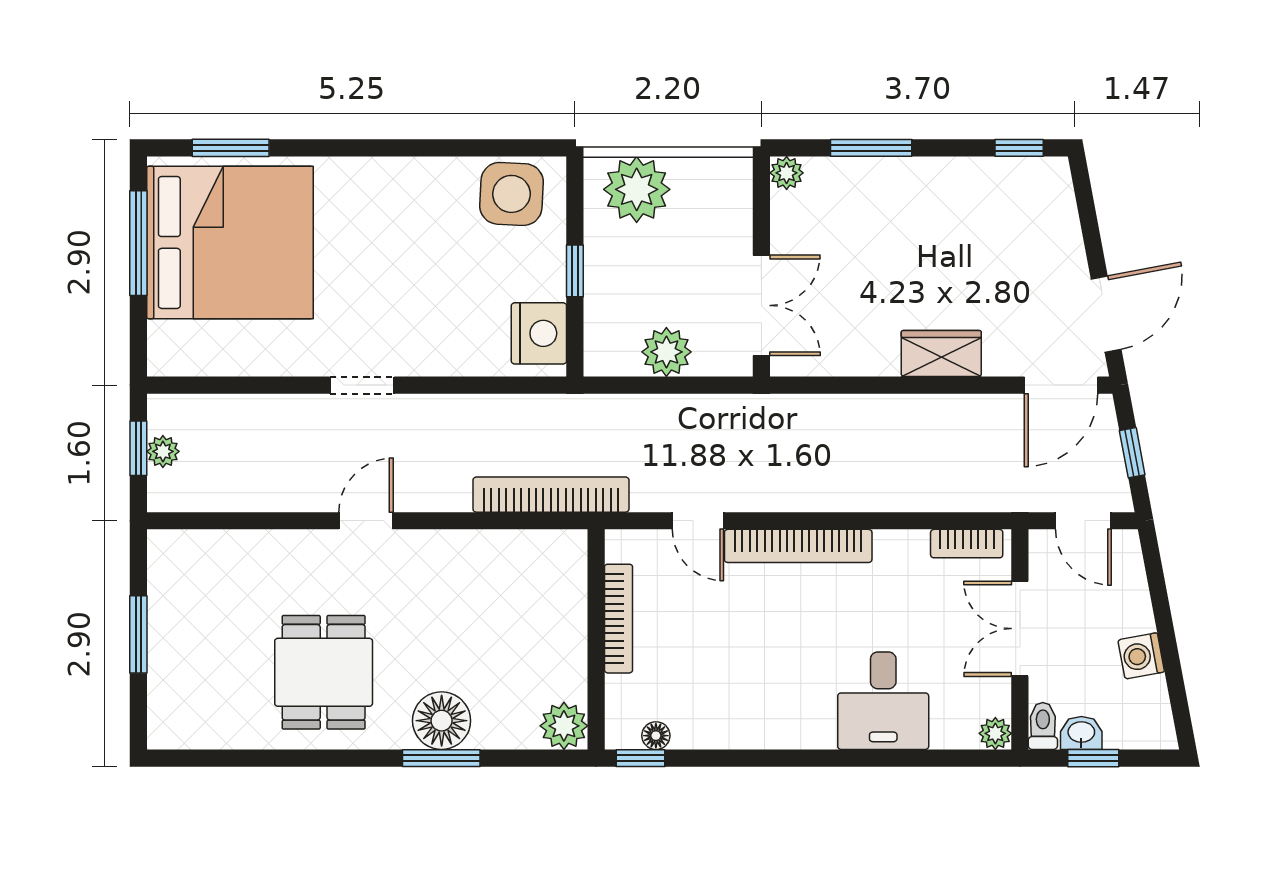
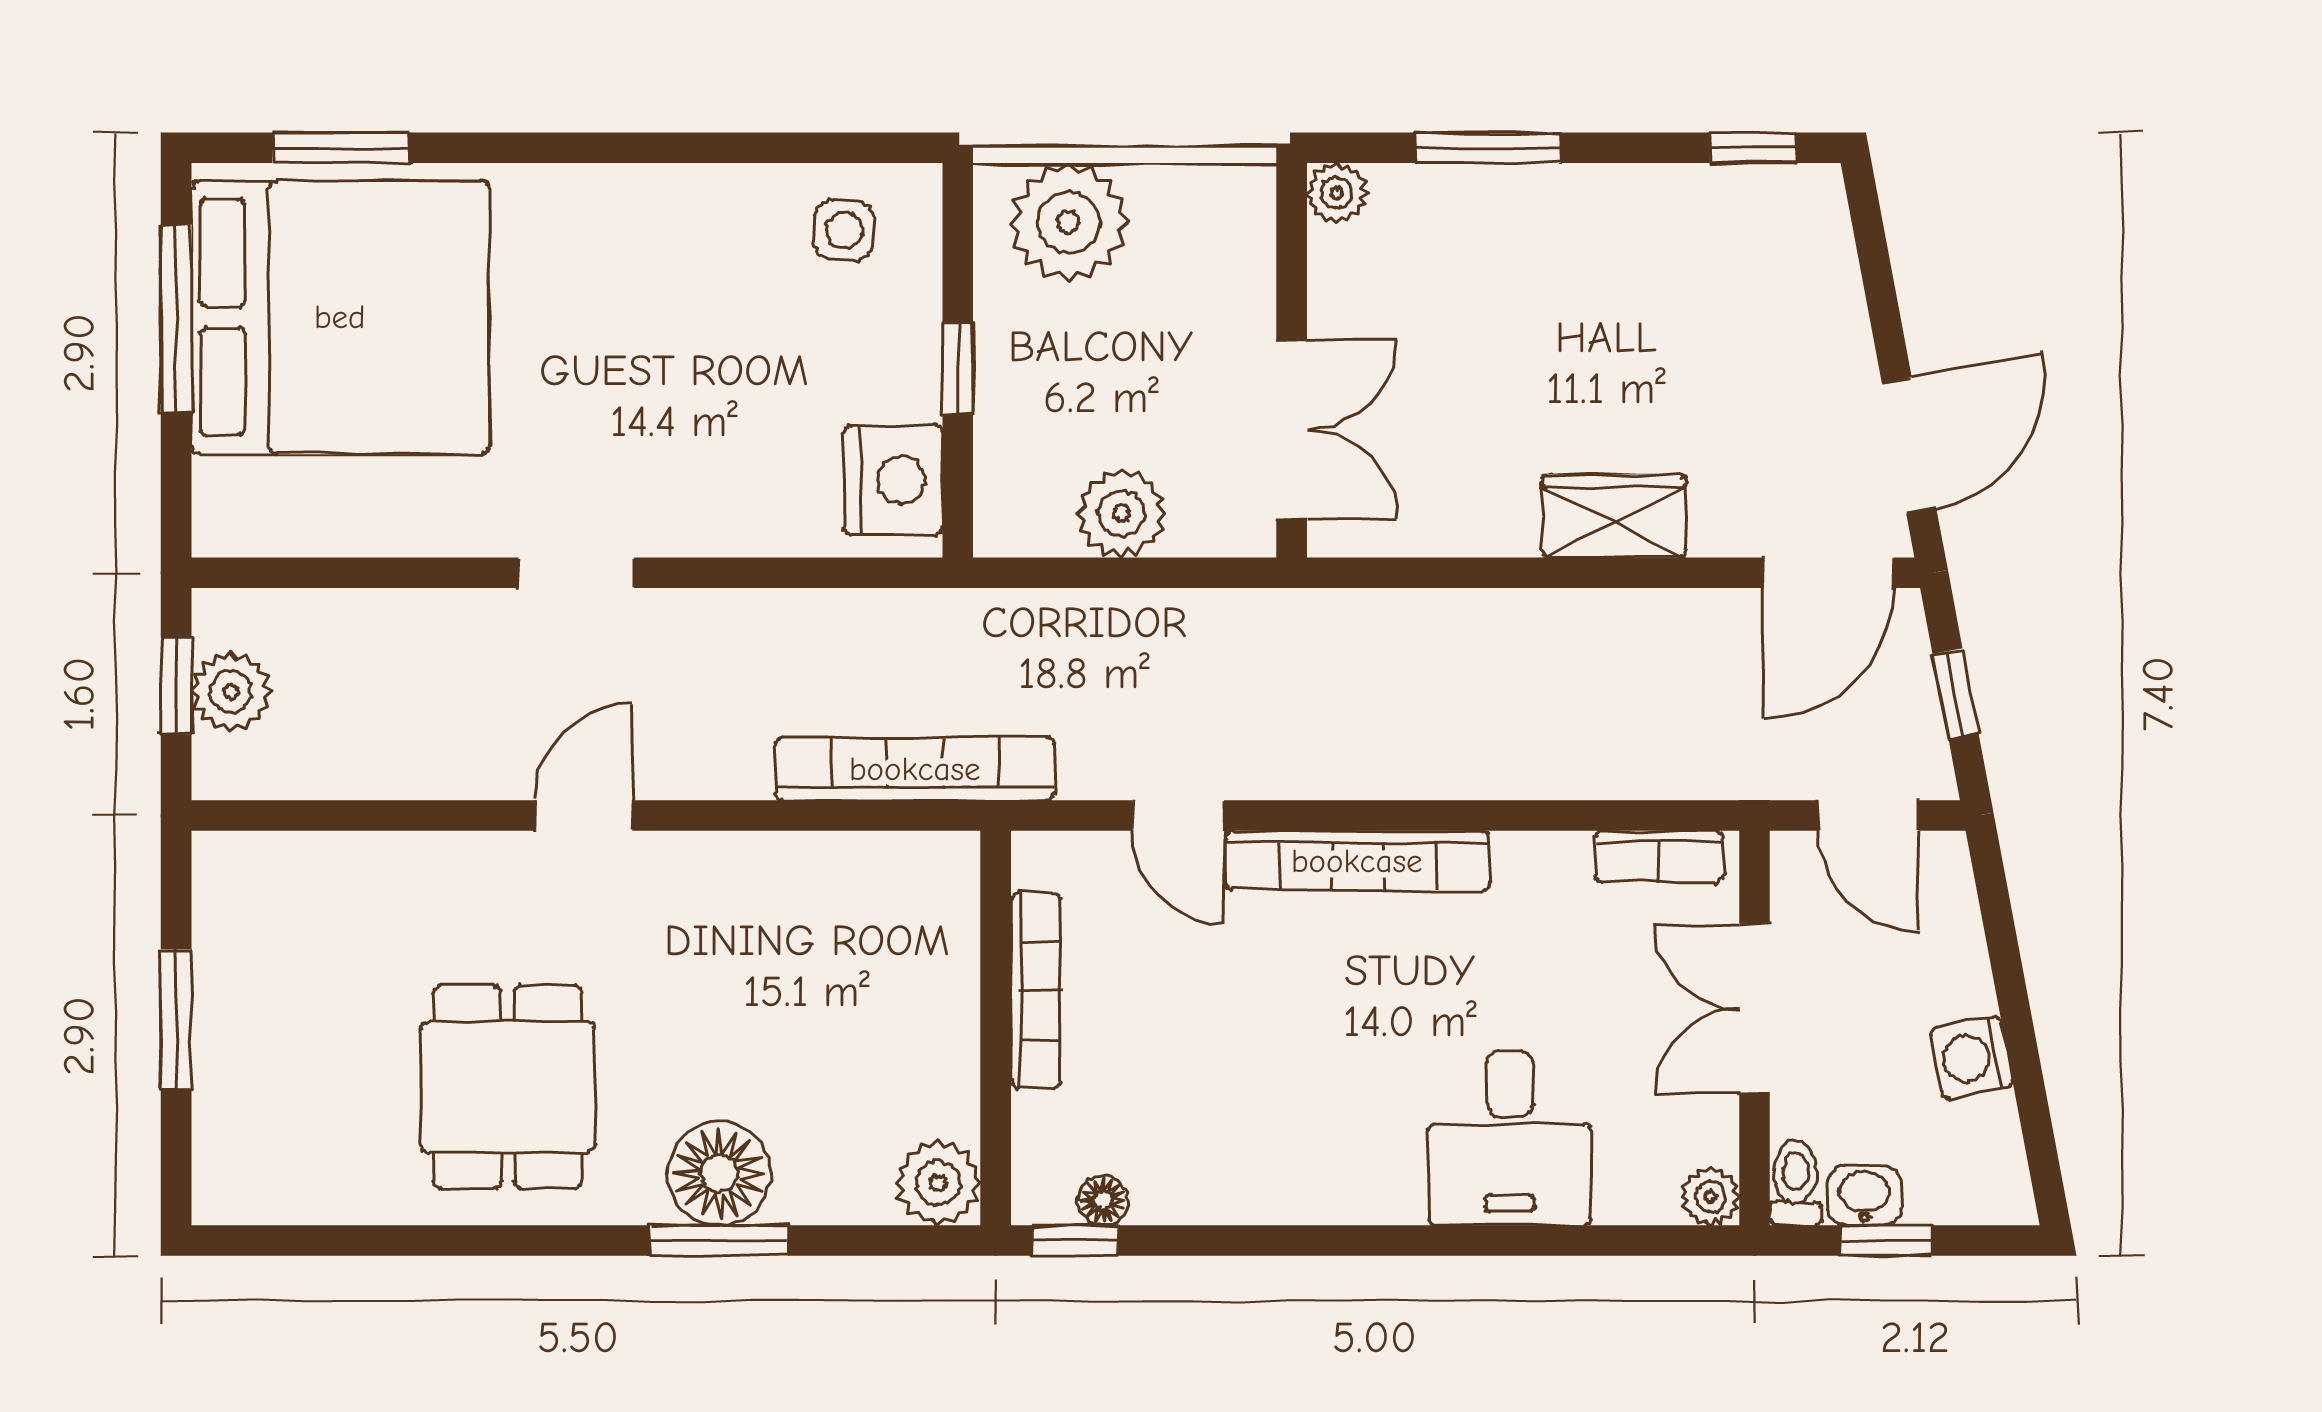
side table: (512, 194) -> (844, 230), width x0.54, depth x0.54
plant: (163, 451) -> (231, 692), width x1.38, depth x1.38

